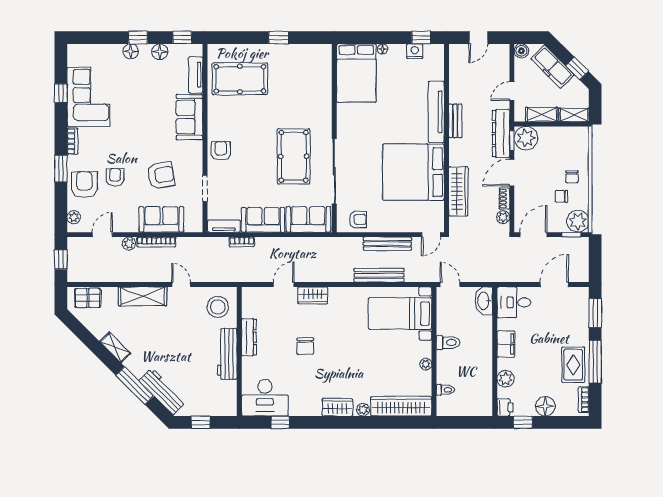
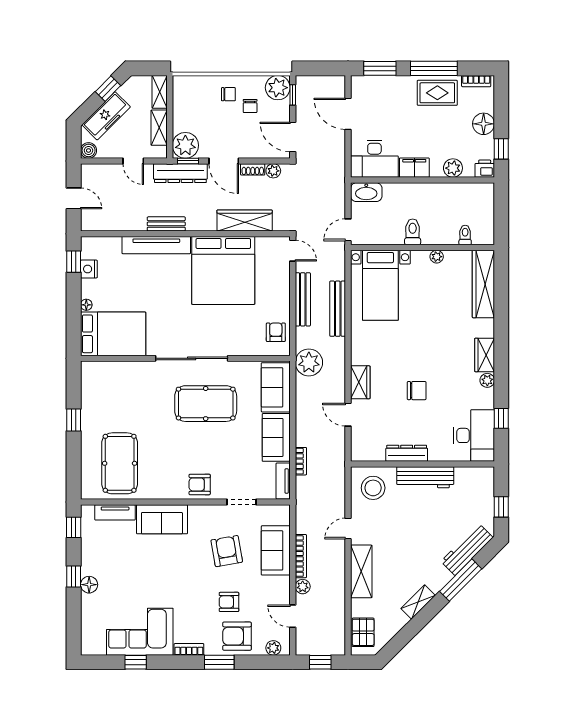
floor lamp: (160, 52) -> (89, 552), removed
sliding door: (334, 171) -> (192, 358), moved
plant: (331, 249) -> (309, 362), added
desk: (514, 302) -> (374, 159), width x1.37
plant: (363, 410) -> (487, 380), moved

